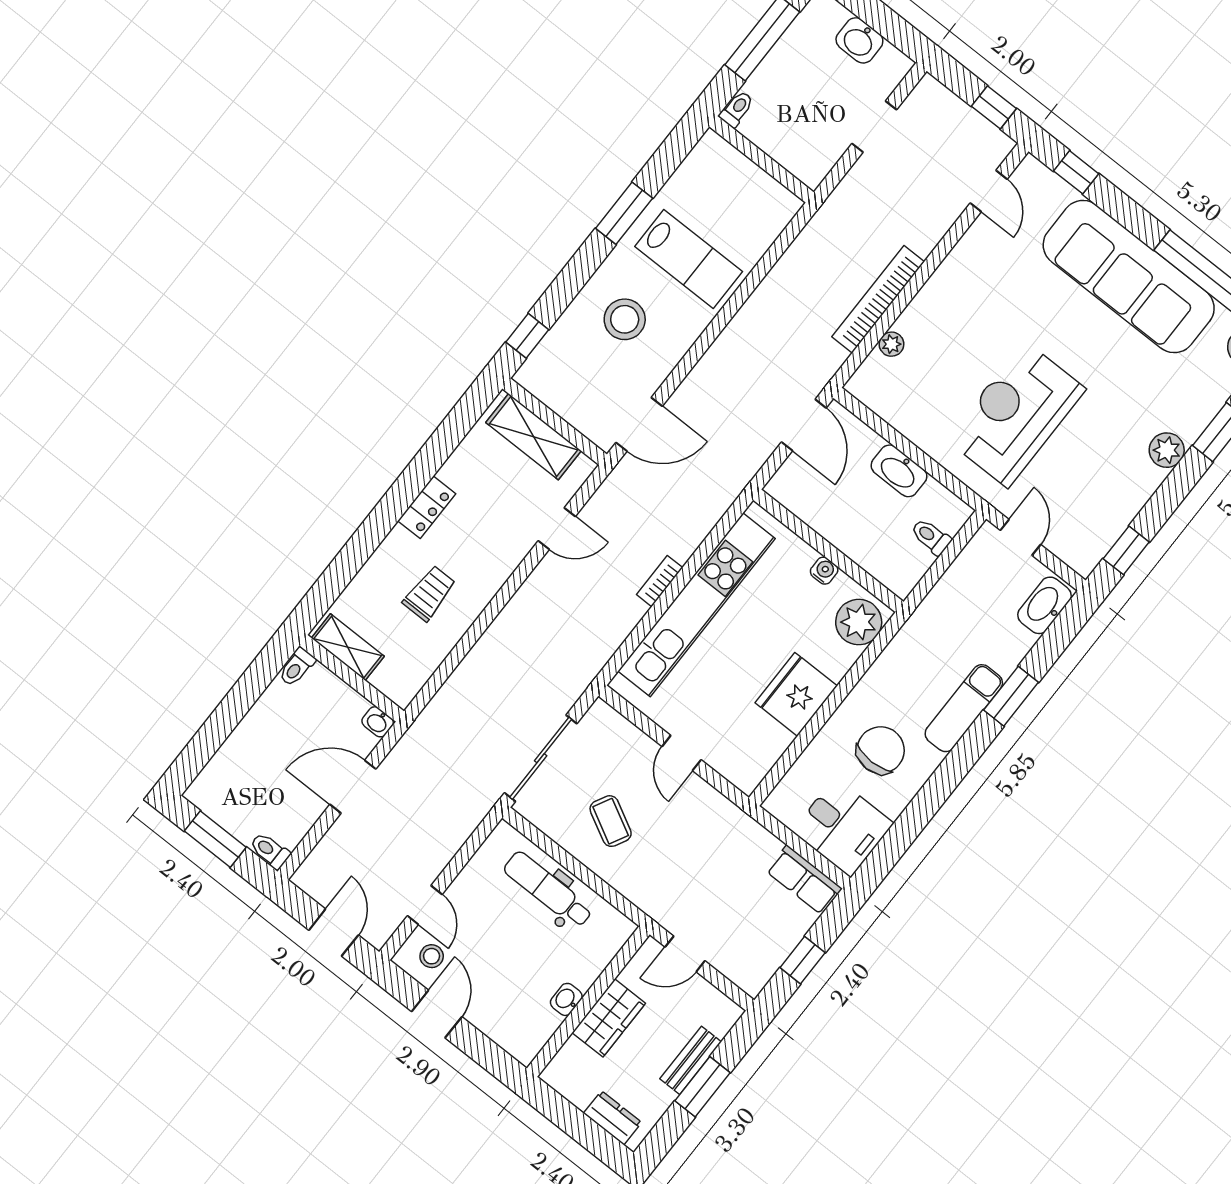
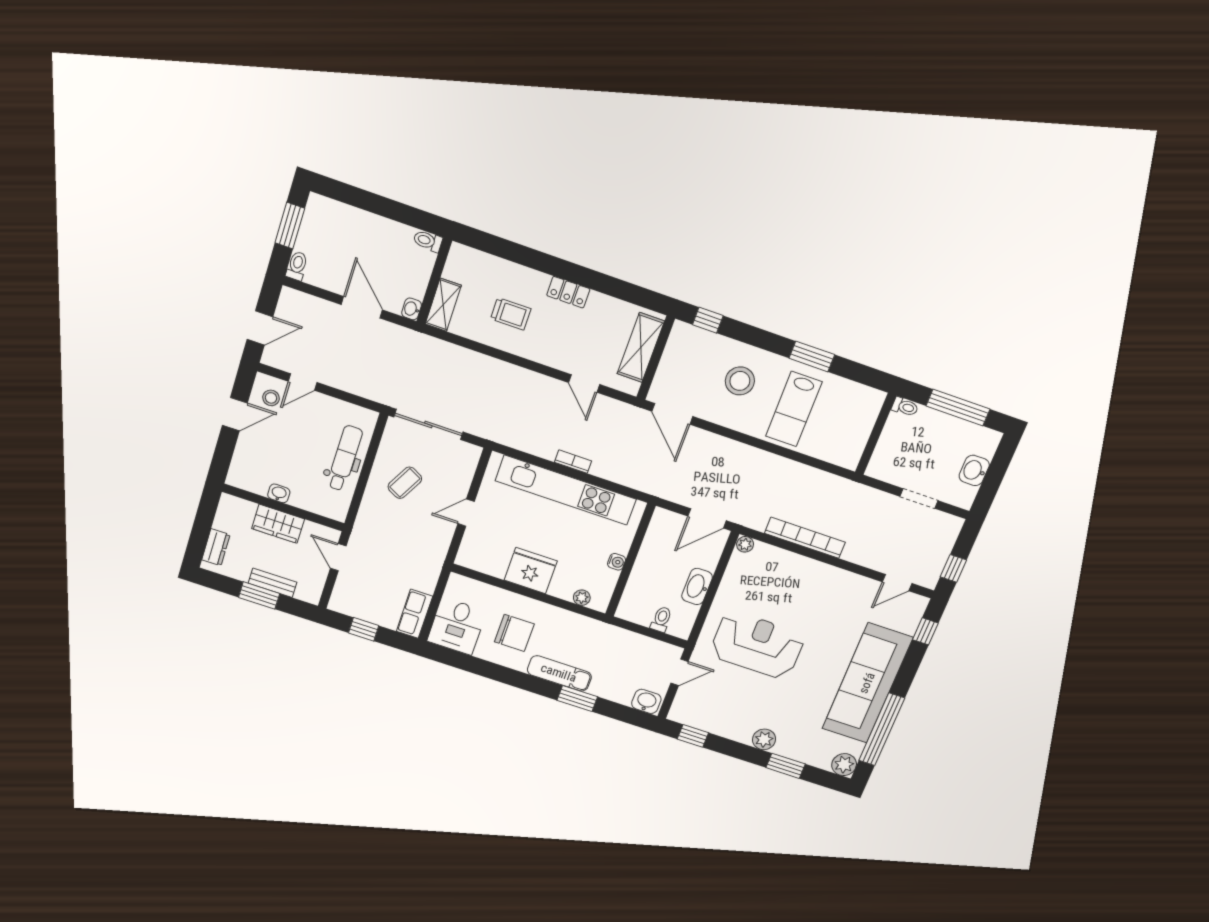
plant: (891, 344) -> (745, 544), moved
washbasin: (1044, 605) -> (646, 701), width x0.72
plant: (859, 622) -> (582, 598), width x0.53, depth x0.53
shelving: (348, 647) -> (443, 305), moved

